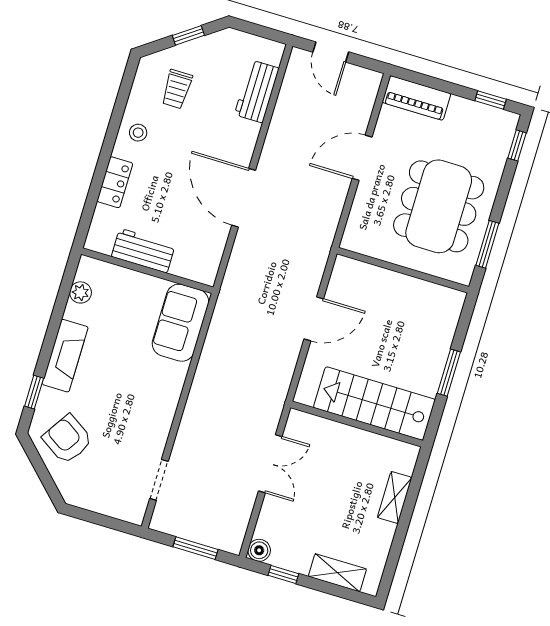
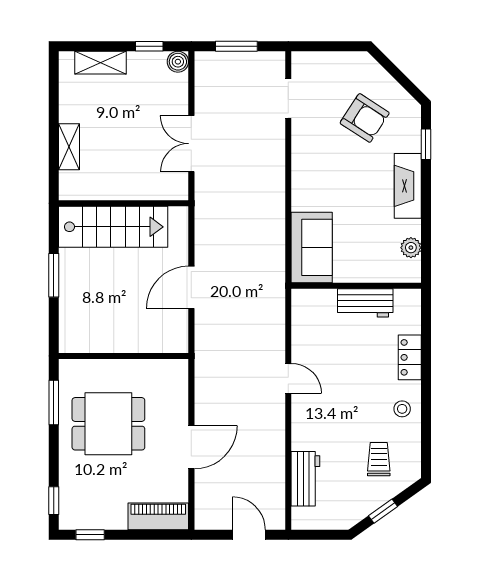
door: (244, 198) -> (288, 378), width x0.53
dining table: (439, 206) -> (108, 424), width x0.73
armchair: (67, 439) -> (365, 118), moved

